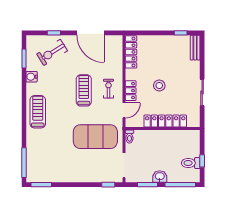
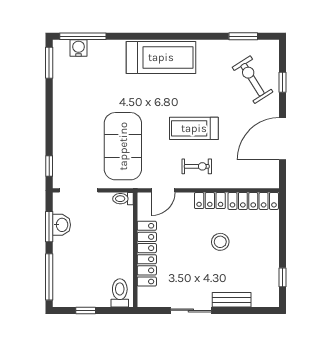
bench: (195, 48) -> (232, 300), moved
water cooler: (32, 77) -> (79, 48), moved
stool: (159, 86) -> (220, 242), moved
treadmill: (84, 90) -> (194, 128), turned 180
locker: (131, 91) -> (210, 201), moved
door: (124, 110) -> (163, 190), hinge flipped
treadmill: (38, 112) -> (161, 57), width x1.37, depth x1.38
toilet: (191, 163) -> (120, 293), moved
washbasin: (160, 177) -> (61, 225), moved

